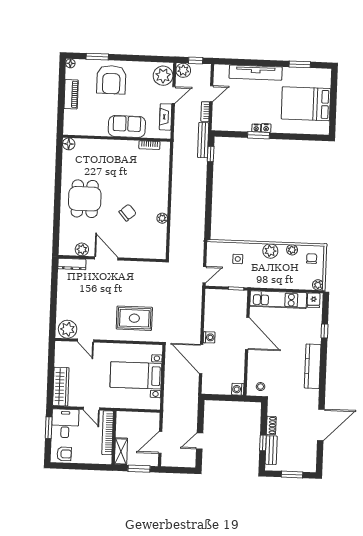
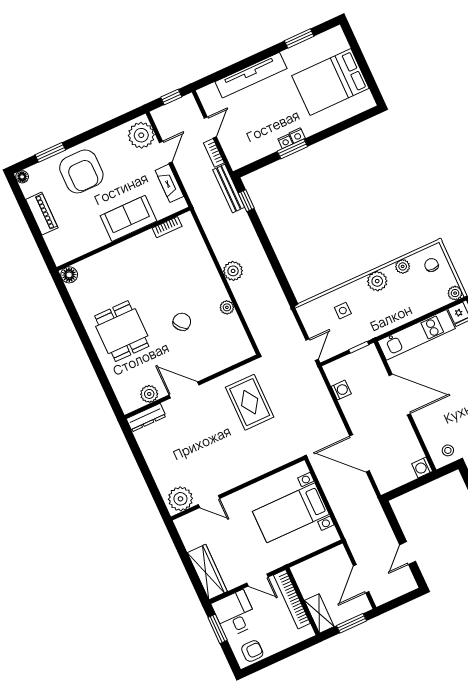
plant: (183, 70) -> (233, 271), moved
rug: (134, 318) -> (250, 402), moved, turned 90
washing machine: (209, 337) -> (341, 390), moved

